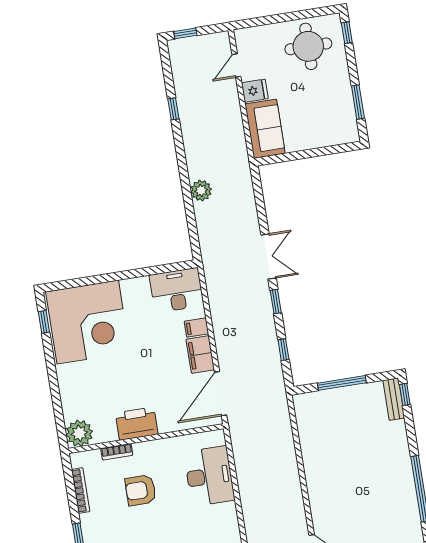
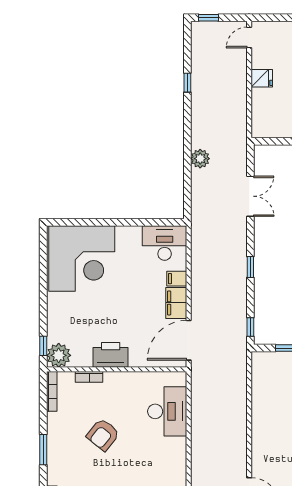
door: (236, 65) -> (249, 38), moved
sofa: (265, 129) -> (265, 113), removed
double door: (269, 256) -> (250, 196), moved
window: (44, 322) -> (43, 346), moved
window: (283, 350) -> (250, 327), moved
armchair: (141, 490) -> (103, 435), moved, turned -51
bookcase: (81, 491) -> (52, 391), moved

